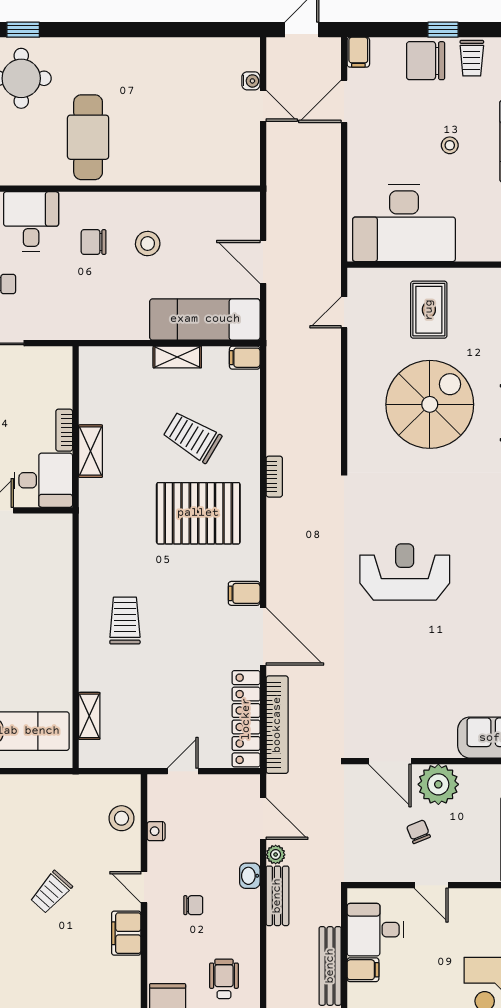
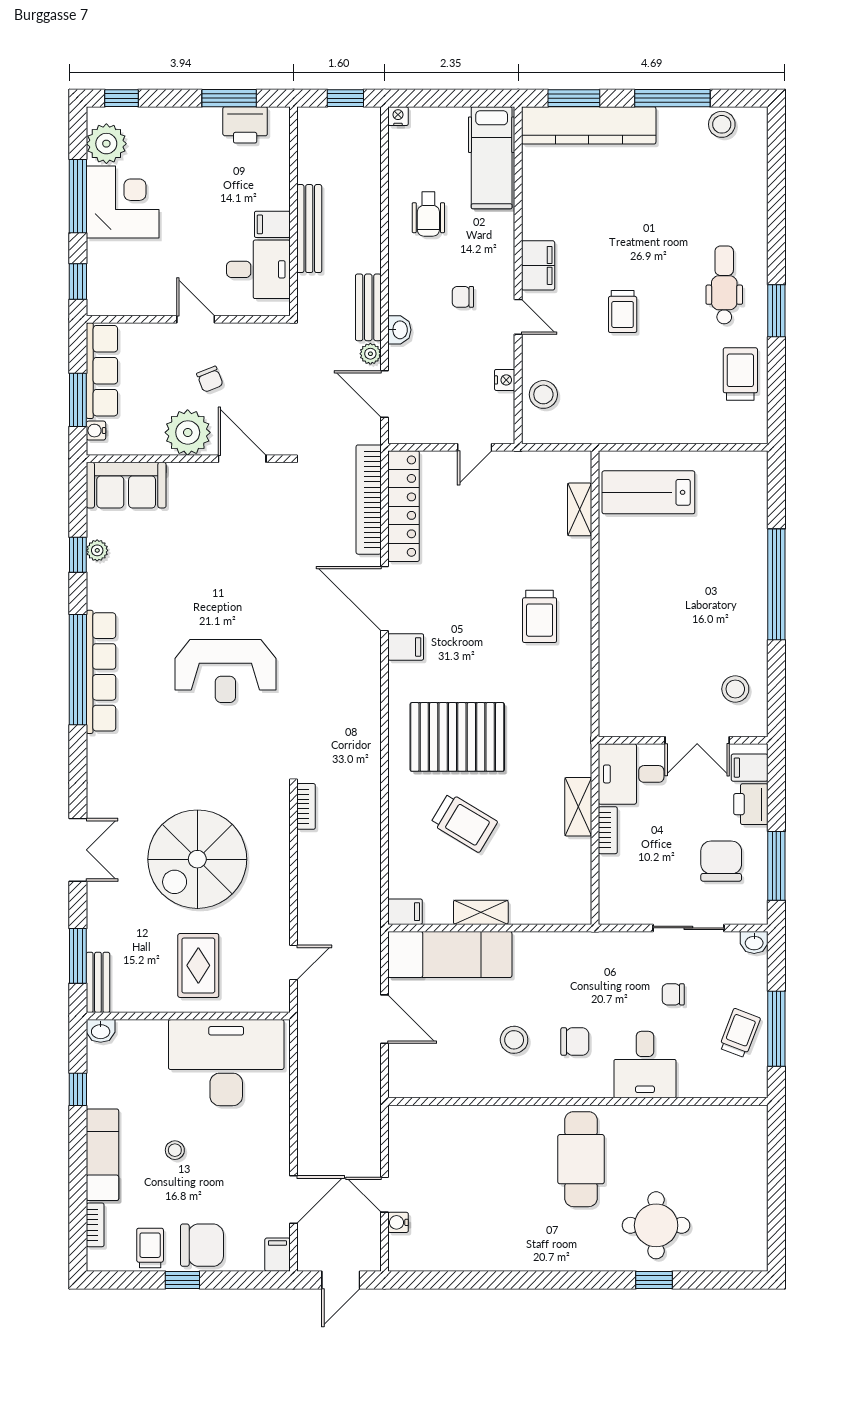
bookcase: (274, 477) -> (306, 806), moved, turned 180
trolley: (51, 892) -> (623, 311), turned 138

